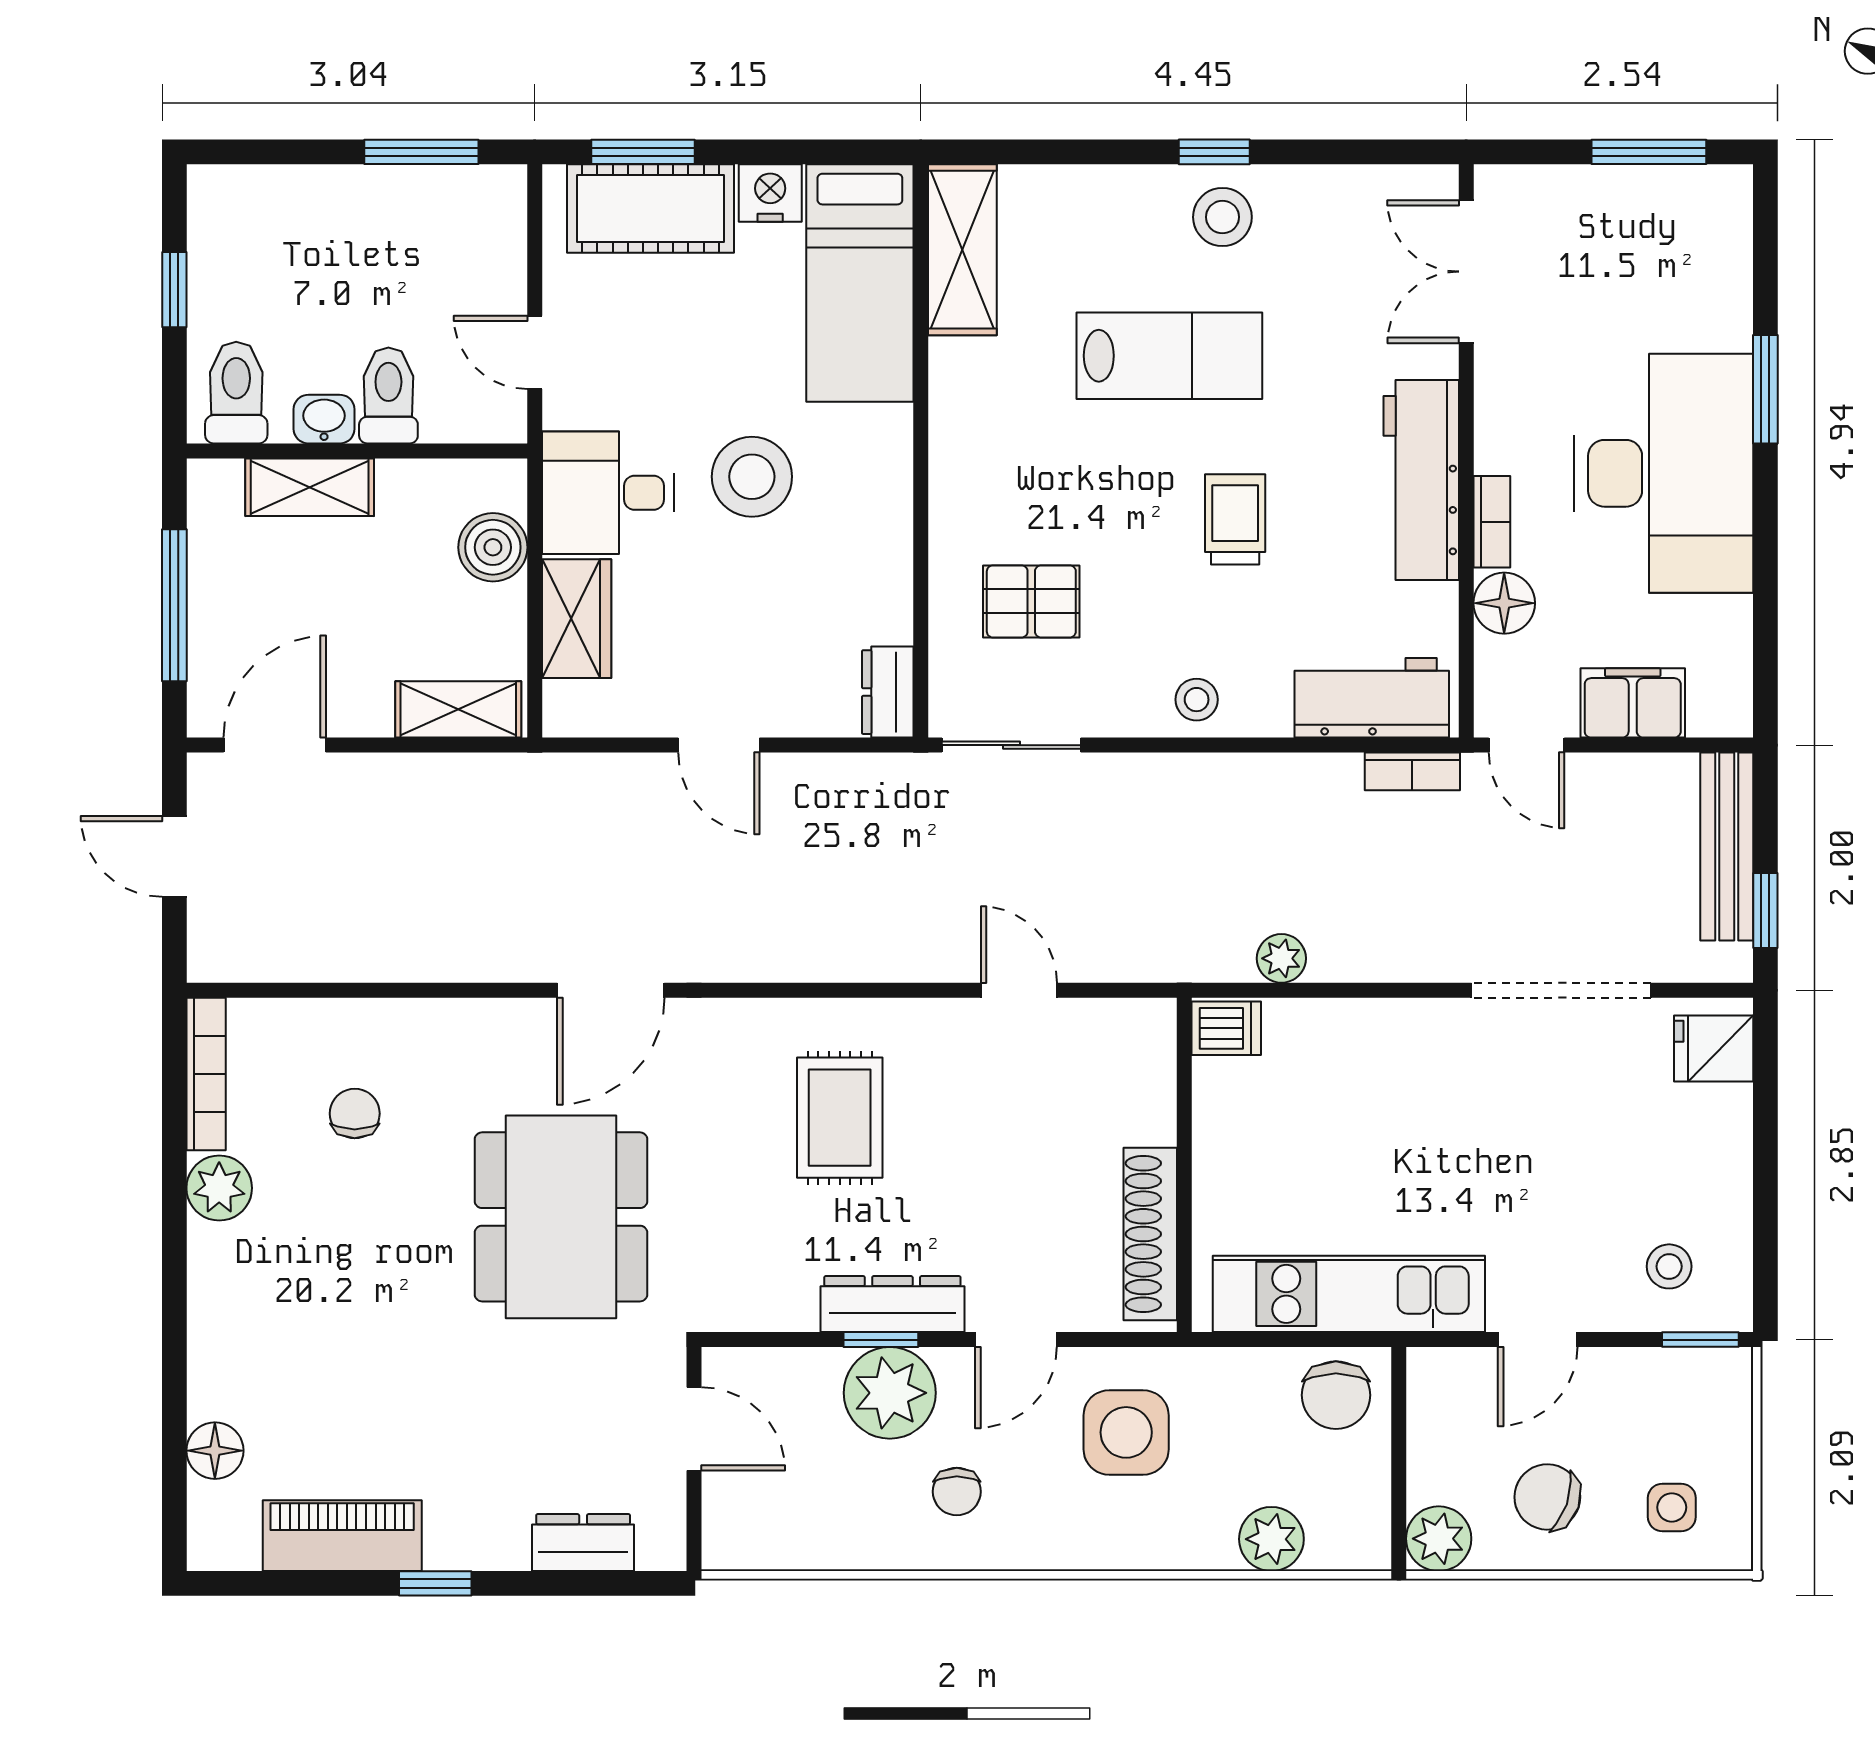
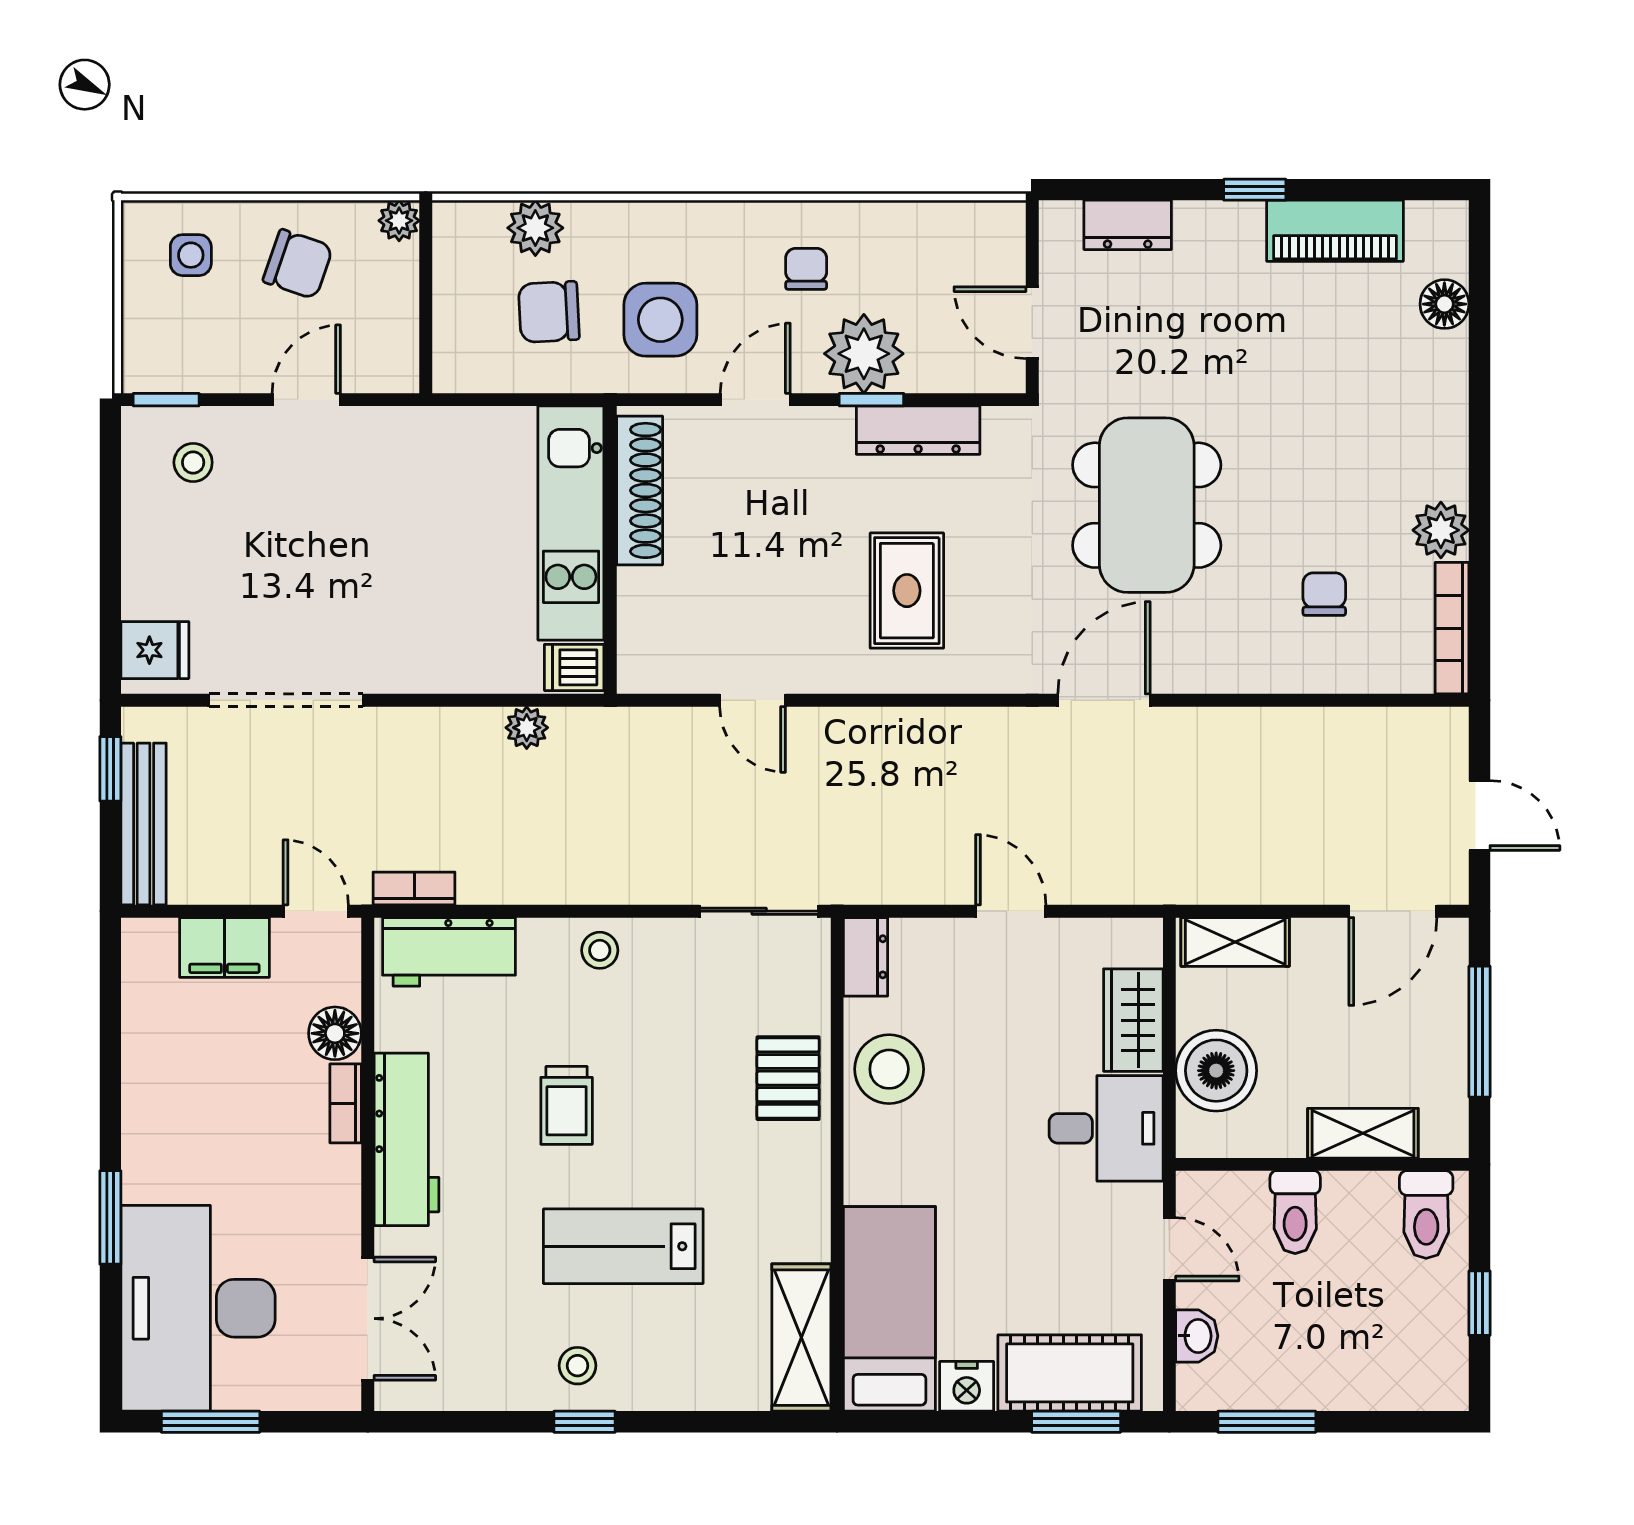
stool: (1222, 217) -> (577, 1366), width x0.73, depth x0.73
washbasin: (324, 419) -> (1197, 1336), moved, turned -90
desk: (1663, 473) -> (198, 1308), moved
stool: (752, 477) -> (889, 1069), moved
boiler: (493, 547) -> (1216, 1071), width x1.37, depth x1.37
pallet: (1031, 601) -> (788, 1078), moved, turned 90
chair: (355, 1114) -> (1324, 594), turned 180
kitchen unit: (1349, 1294) -> (571, 523), moved, turned 90
dresser: (892, 1304) -> (918, 430), moved
chair: (1336, 1395) -> (549, 312), moved, turned -93
plant: (1439, 1539) -> (399, 221), width x0.73, depth x0.73

